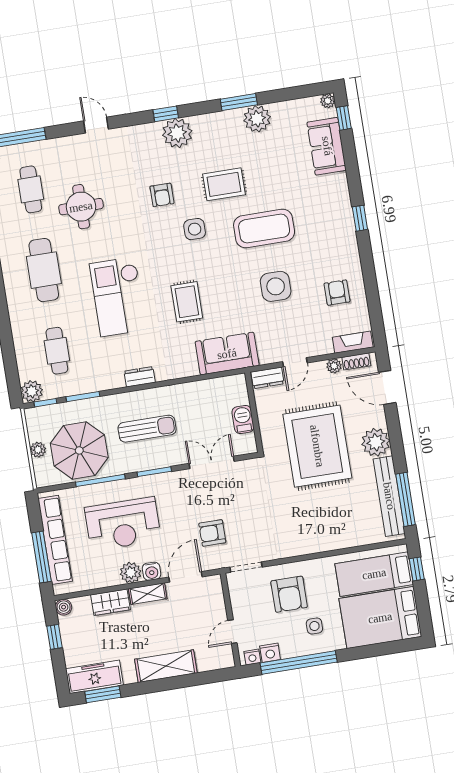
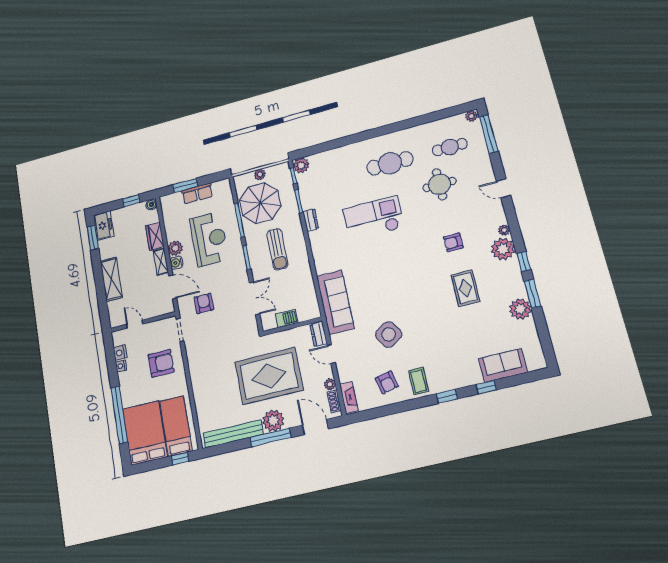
plant: (328, 101) -> (504, 230), moved
window: (166, 114) -> (524, 261), moved
window: (344, 118) -> (486, 387), moved
door: (96, 125) -> (504, 188), swing flipped
side table: (195, 229) -> (429, 269), removed
coffee table: (264, 229) -> (419, 381), moved, width x0.54, depth x0.58
side table: (276, 286) -> (389, 334), turned -33
armchair: (337, 293) -> (387, 382), turned 77
rug: (187, 302) -> (373, 269), removed
cafe table: (57, 351) -> (331, 179), removed
sofa: (227, 354) -> (335, 302), width x1.36
dresser: (140, 377) -> (311, 220), moved
door: (387, 387) -> (315, 427), hinge flipped
window: (405, 499) -> (270, 437), moved
reception desk: (123, 524) -> (209, 239), turned 180
row of seats: (55, 540) -> (197, 193), width x0.50
window: (41, 557) -> (185, 186), width x0.69
armchair: (289, 594) -> (161, 363), turned 180
side table: (314, 626) -> (139, 384), removed
nightstand: (252, 657) -> (121, 366), moved
window: (299, 663) -> (119, 415), moved
freezer: (94, 677) -> (104, 226), width x0.71

